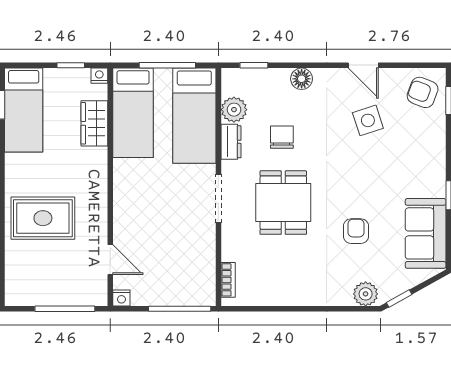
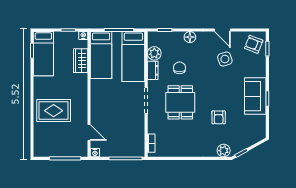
armchair: (356, 231) -> (219, 117), turned 180
sofa: (426, 233) -> (255, 96), moved

